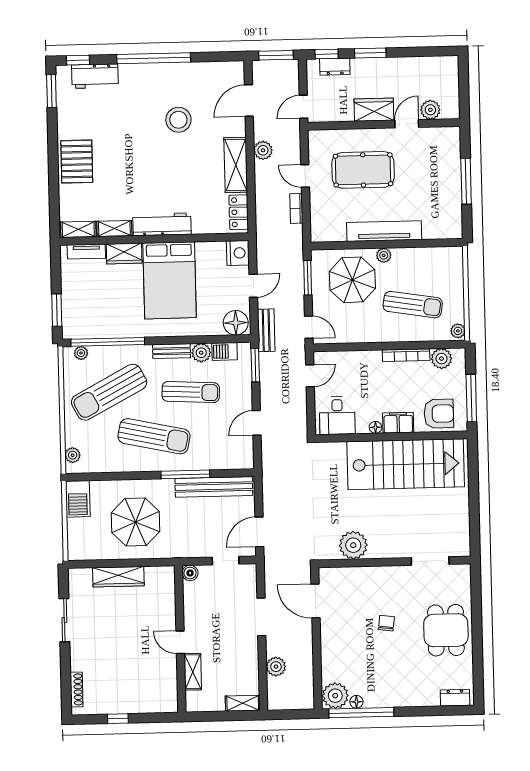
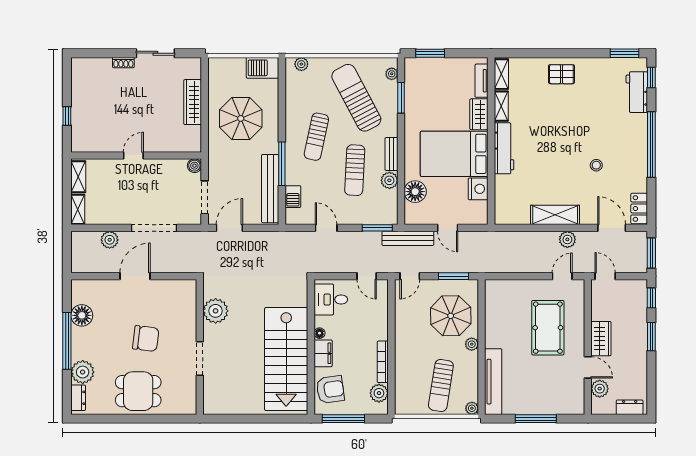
dresser: (335, 67) -> (630, 407), moved, turned 90
stool: (178, 120) -> (596, 165), width x0.53, depth x0.53
pallet: (77, 162) -> (561, 74), width x0.67, depth x0.71
door: (305, 176) -> (562, 276), moved
bookcase: (296, 208) -> (515, 268), removed
locker: (239, 212) -> (639, 209), moved, turned -90
tv unit: (384, 231) -> (493, 382), moved
nightstand: (238, 253) -> (478, 189), moved, turned -90
sun lounger: (413, 305) -> (441, 385), moved
floor lamp: (236, 323) -> (415, 192), moved
bench: (266, 330) -> (408, 238), width x1.36
plant: (458, 331) -> (472, 408), moved
window: (108, 342) -> (401, 98), width x0.47
barbecue: (225, 351) -> (293, 197), moved, turned 180
armchair: (439, 414) -> (330, 389), turned -98
sun lounger: (154, 436) -> (316, 137), width x0.73, depth x0.75
door: (259, 532) -> (229, 228), hinge flipped
doorway: (226, 561) -> (205, 197), width x1.38
doorway: (430, 561) -> (200, 358), moved
door: (316, 601) -> (135, 276), moved
doorway: (261, 617) -> (154, 228), width x1.36
chair: (386, 623) -> (146, 339), width x1.87, depth x1.87
shelving: (193, 672) -> (78, 177), moved, turned 90
shoe rack: (77, 689) -> (123, 63), moved, width x0.70
plant: (335, 696) -> (83, 372), moved
floor lamp: (356, 702) -> (82, 315), width x1.89, depth x1.89
window: (361, 713) -> (67, 341), moved
window: (118, 719) -> (67, 116), moved

